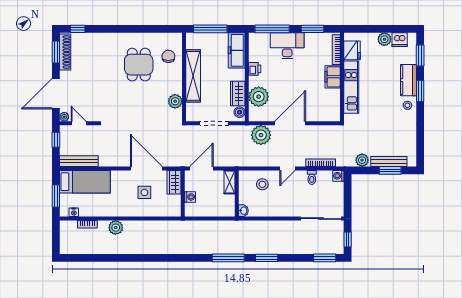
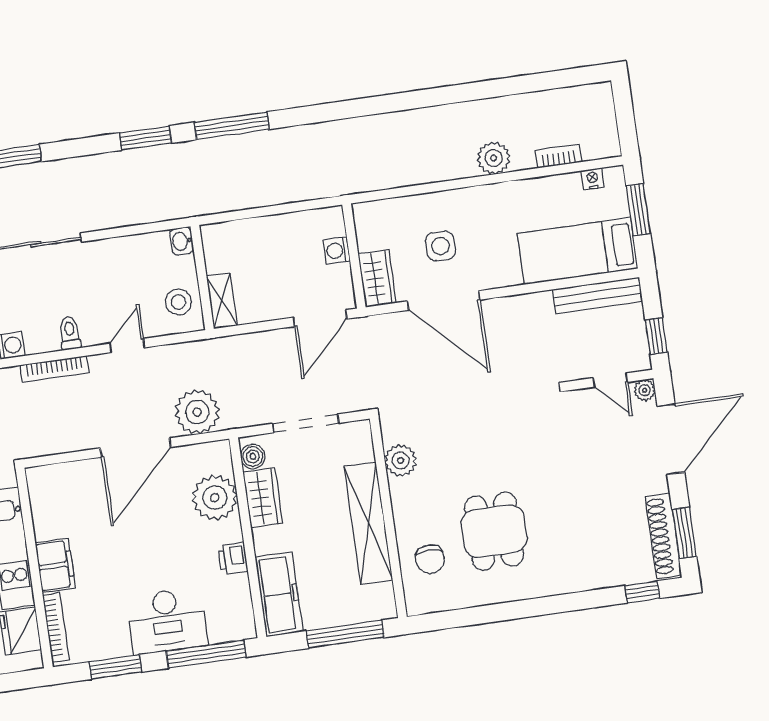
shelving: (230, 182) -> (222, 301), moved
wall: (237, 193) -> (202, 278), moved
washbasin: (243, 211) -> (182, 241), moved

